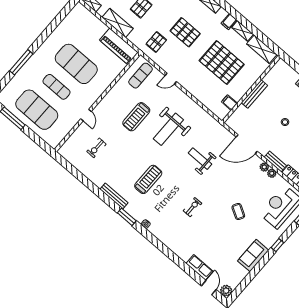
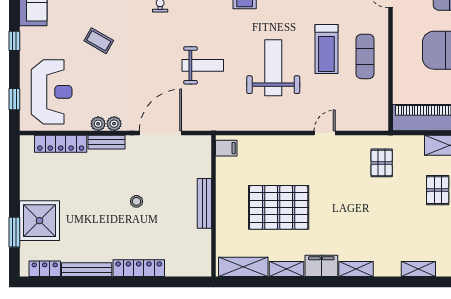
filing cabinet: (229, 22) -> (321, 266), width x2.00
pallet: (185, 32) -> (356, 206), removed
exercise mat: (141, 76) -> (365, 56), moved
filing cabinet: (229, 103) -> (226, 148), moved
treadmill: (136, 117) -> (326, 49), turned 180

